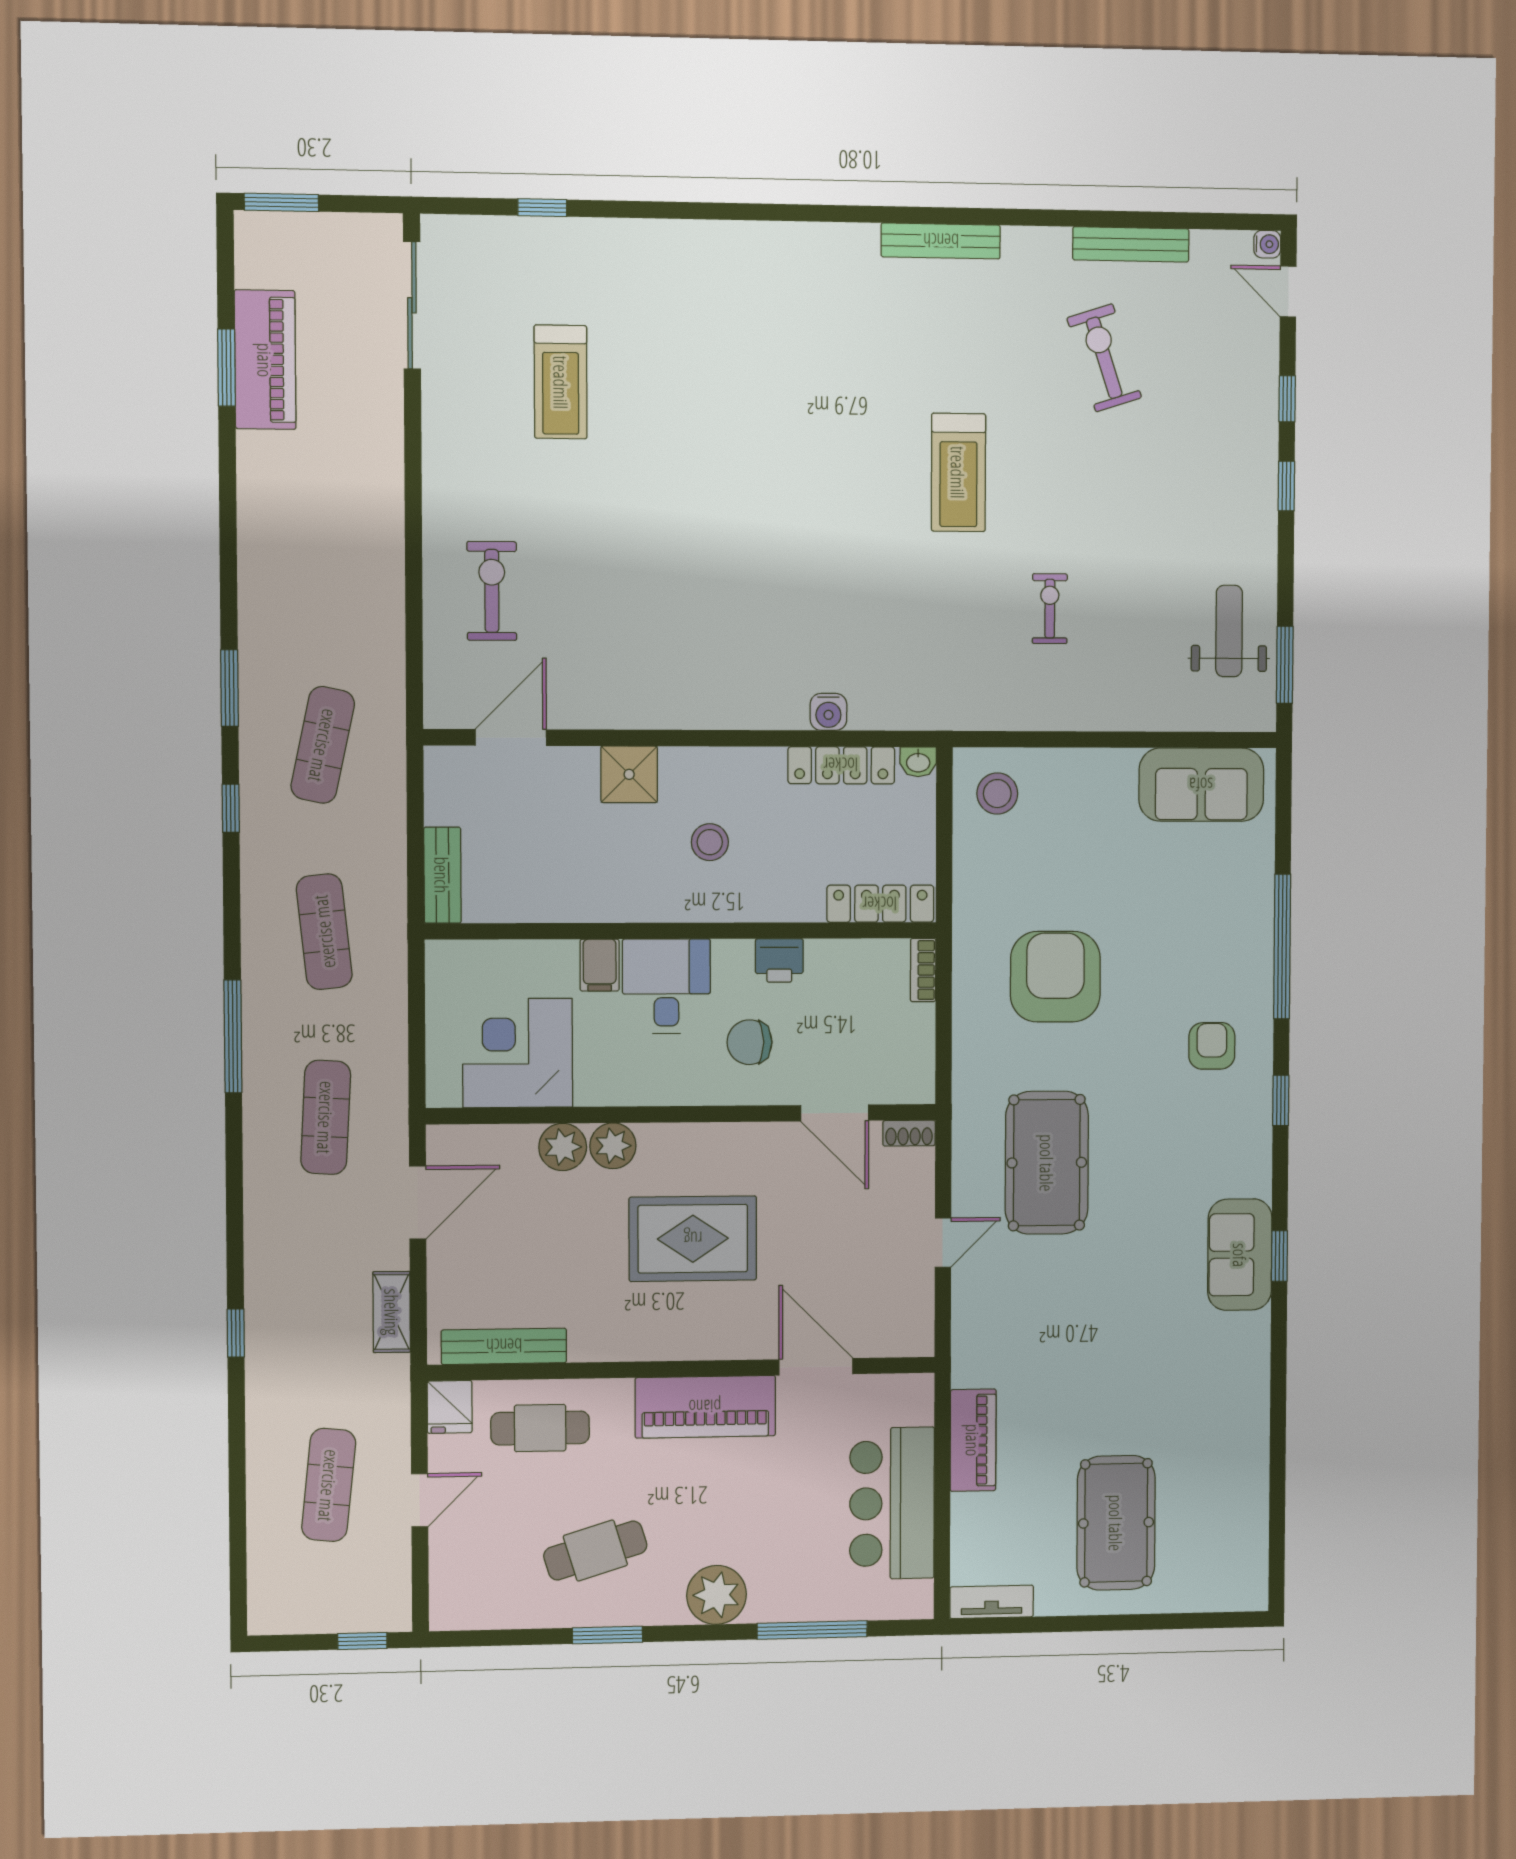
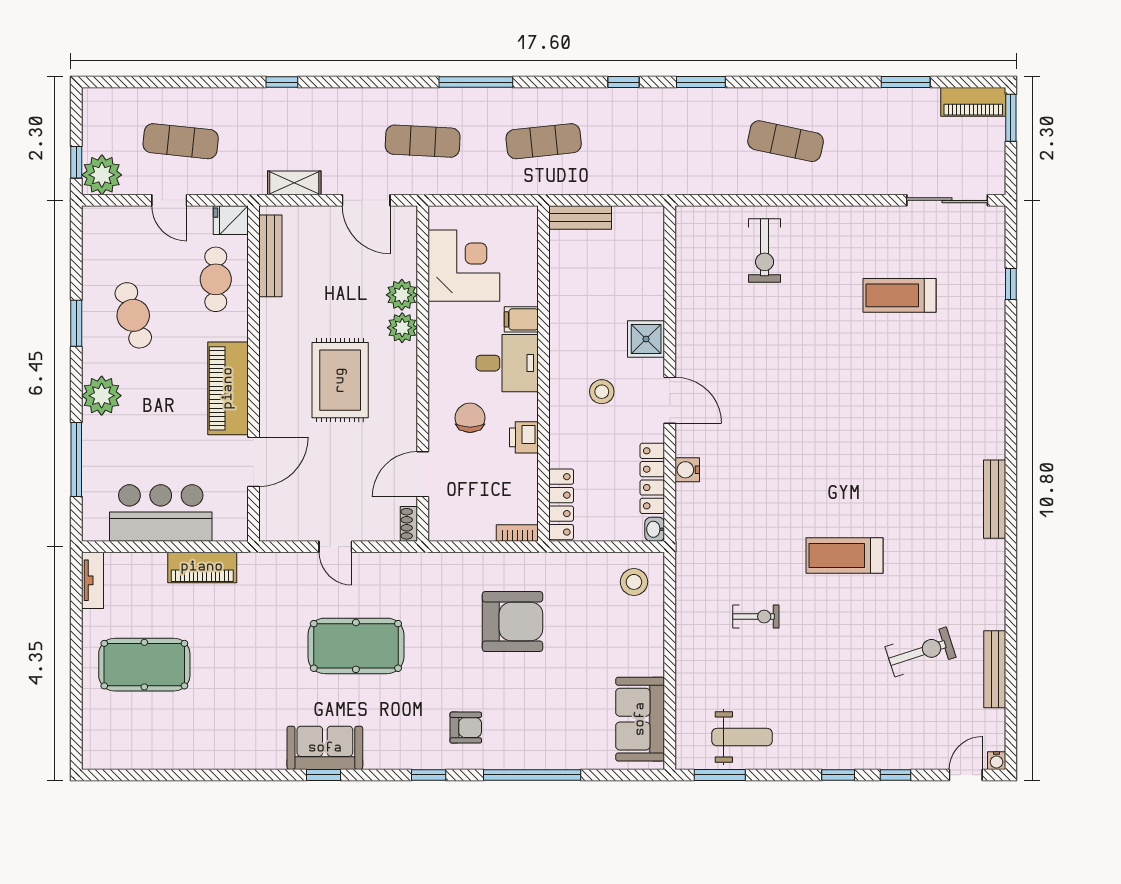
bench: (941, 241) -> (995, 499), moved
piano: (265, 360) -> (973, 102), moved, width x0.73, depth x0.75
exercise bike: (492, 591) -> (765, 250), turned 90
door: (511, 737) -> (670, 400), moved
exercise mat: (323, 745) -> (786, 141), moved
pool table: (1047, 1163) -> (356, 646), moved
plant: (381, 1602) -> (102, 175), added

